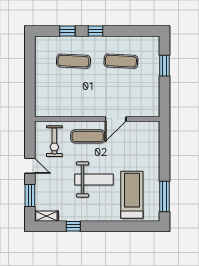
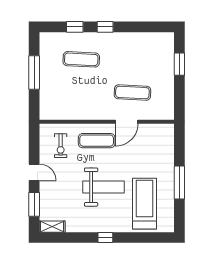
exercise mat: (121, 61) -> (132, 93), moved
window: (30, 73) -> (34, 72), added
exercise bike: (54, 141) -> (61, 146), width x0.73, depth x0.72
window: (164, 196) -> (179, 183), moved
window: (73, 226) -> (105, 238), moved

